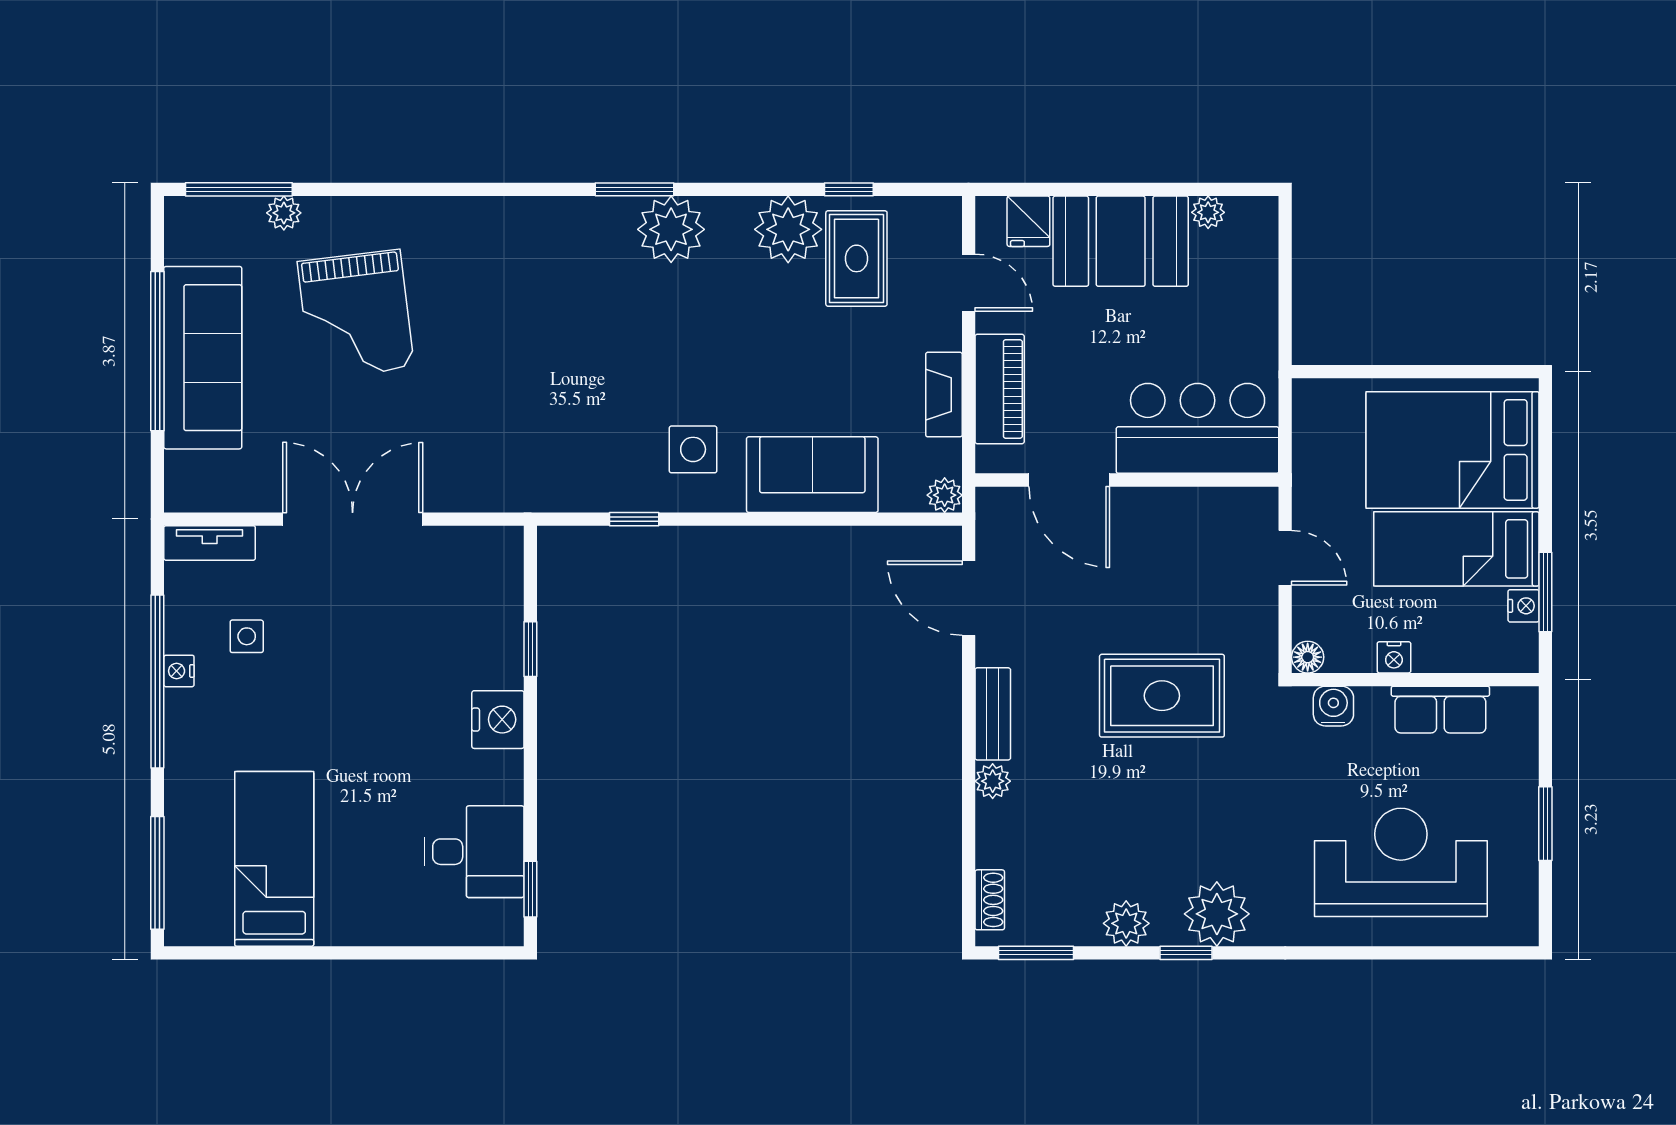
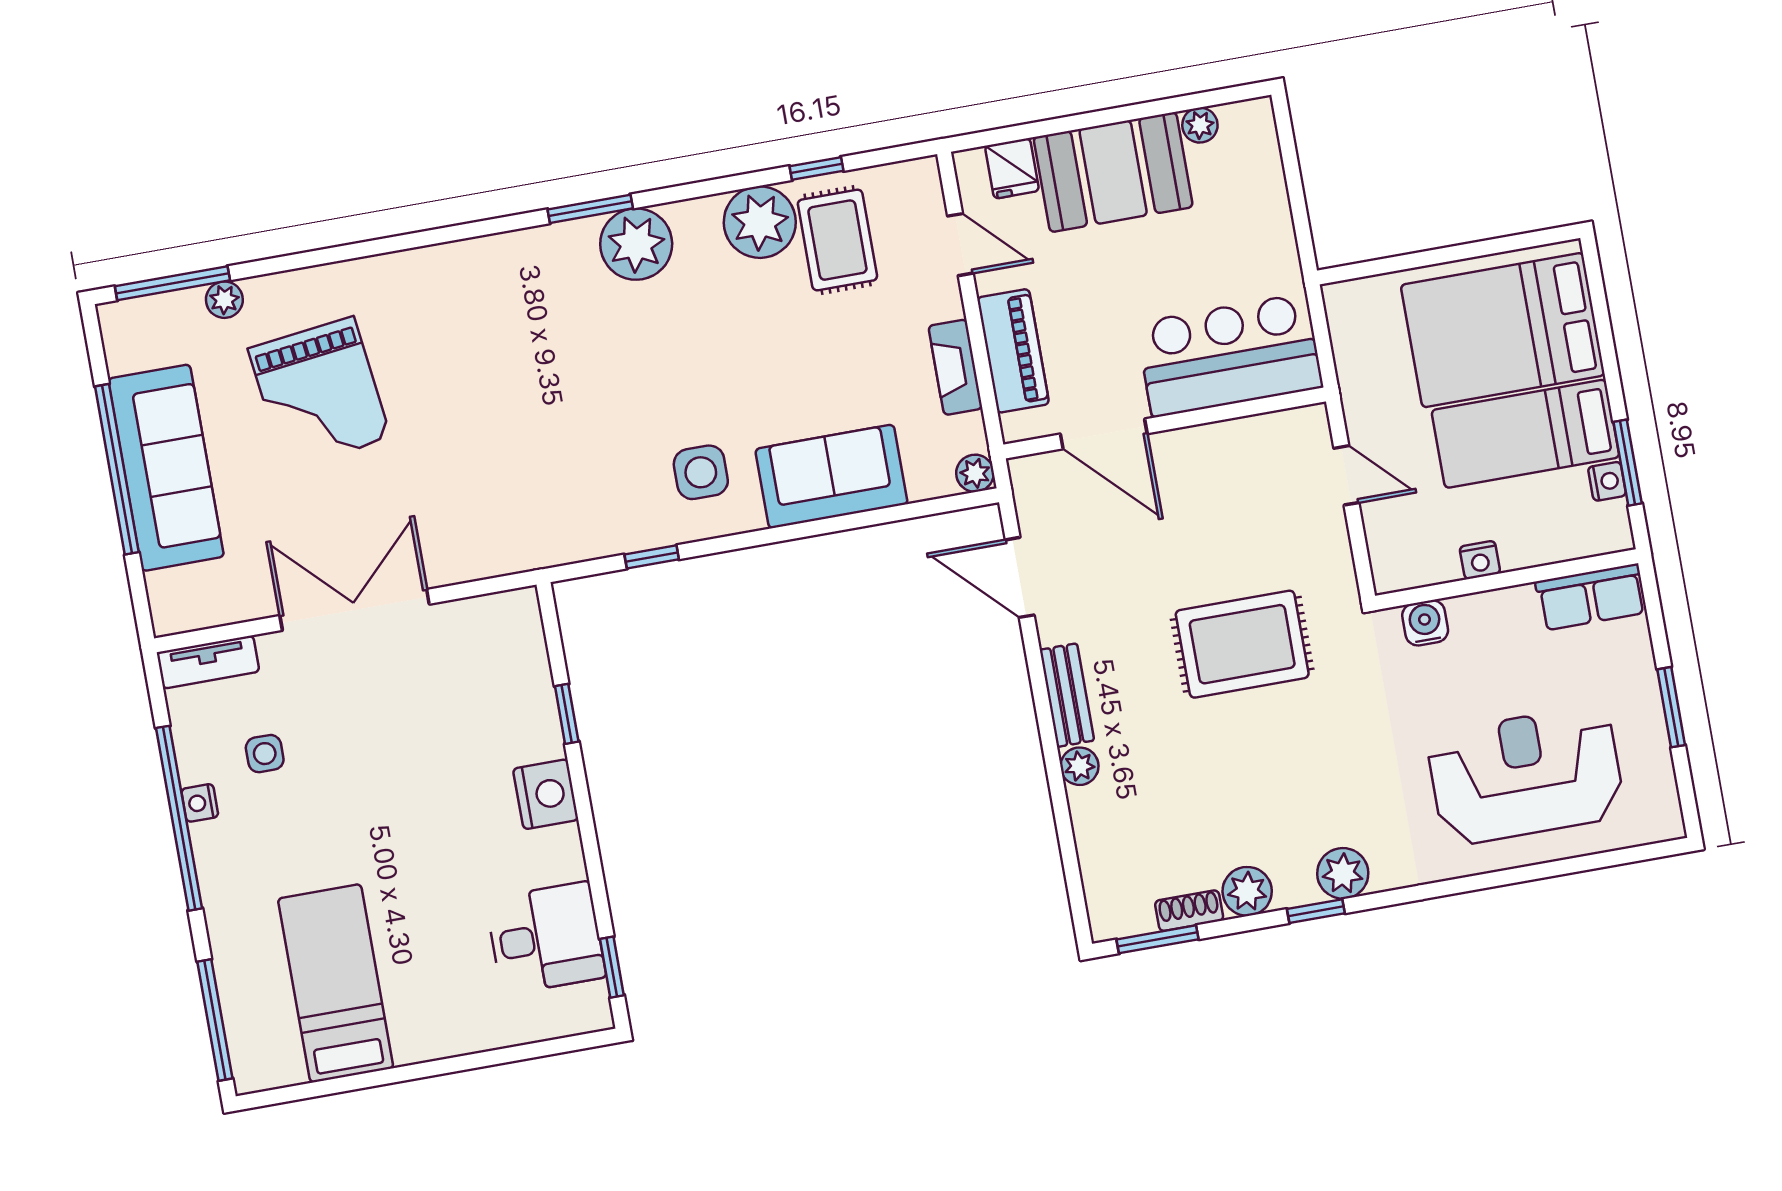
floor lamp: (1308, 657) -> (1389, 576), removed
row of seats: (1440, 710) -> (1591, 597), moved
shoe rack: (990, 900) -> (1189, 911), moved, turned -90
plant: (1217, 914) -> (1343, 873), width x0.73, depth x0.73

